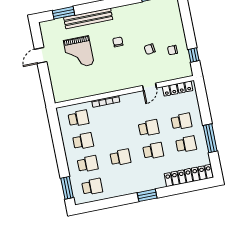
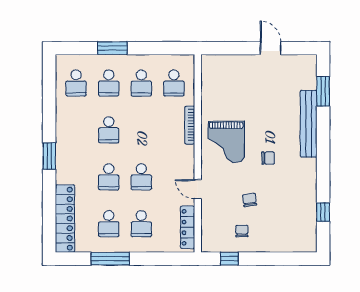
grand piano: (79, 52) -> (226, 142), moved, turned -90
window: (67, 188) -> (112, 48), moved

